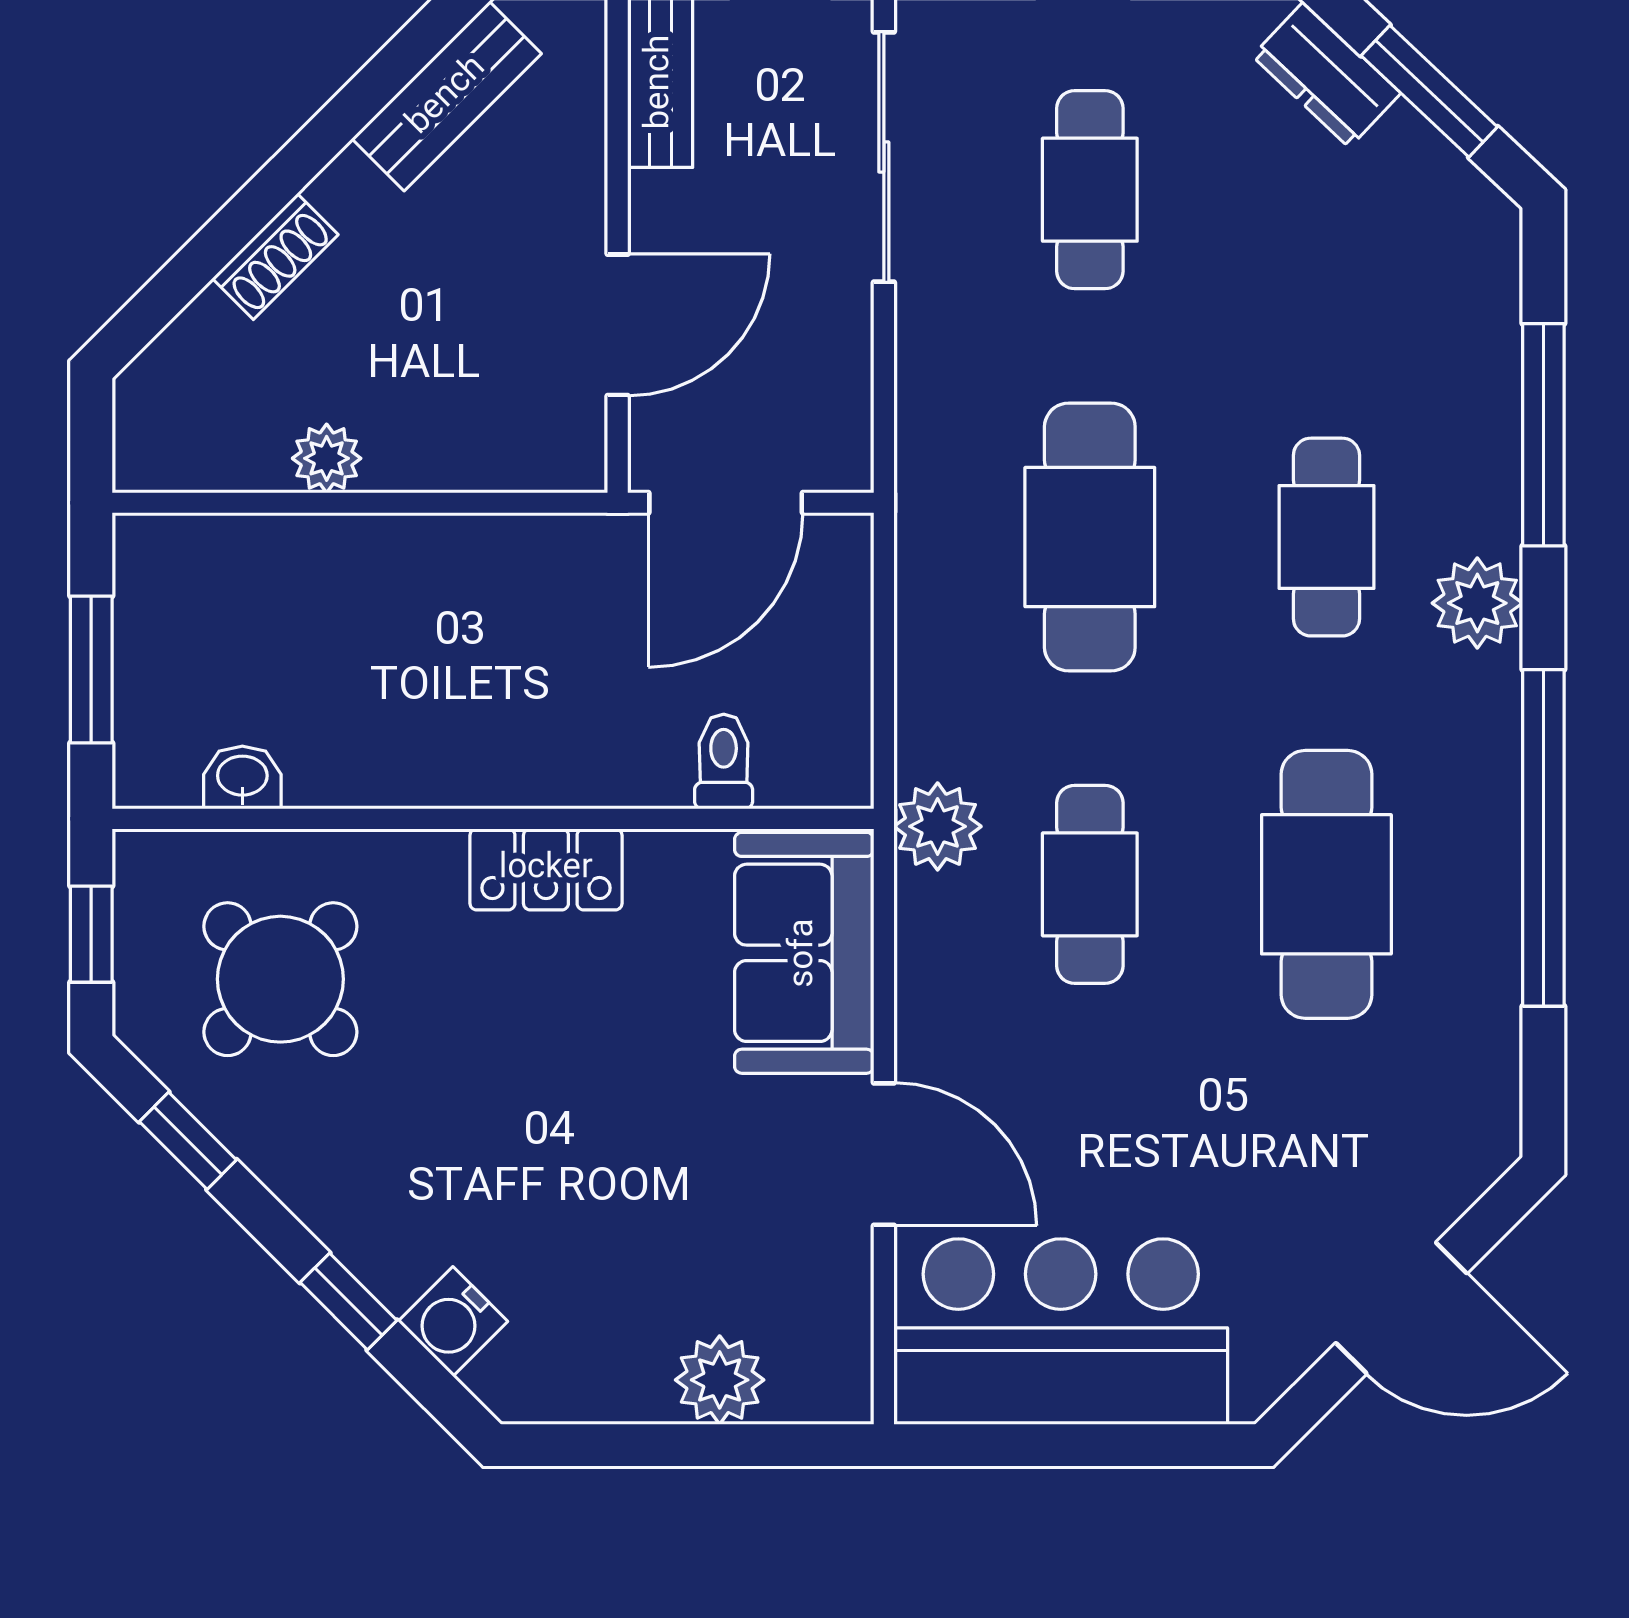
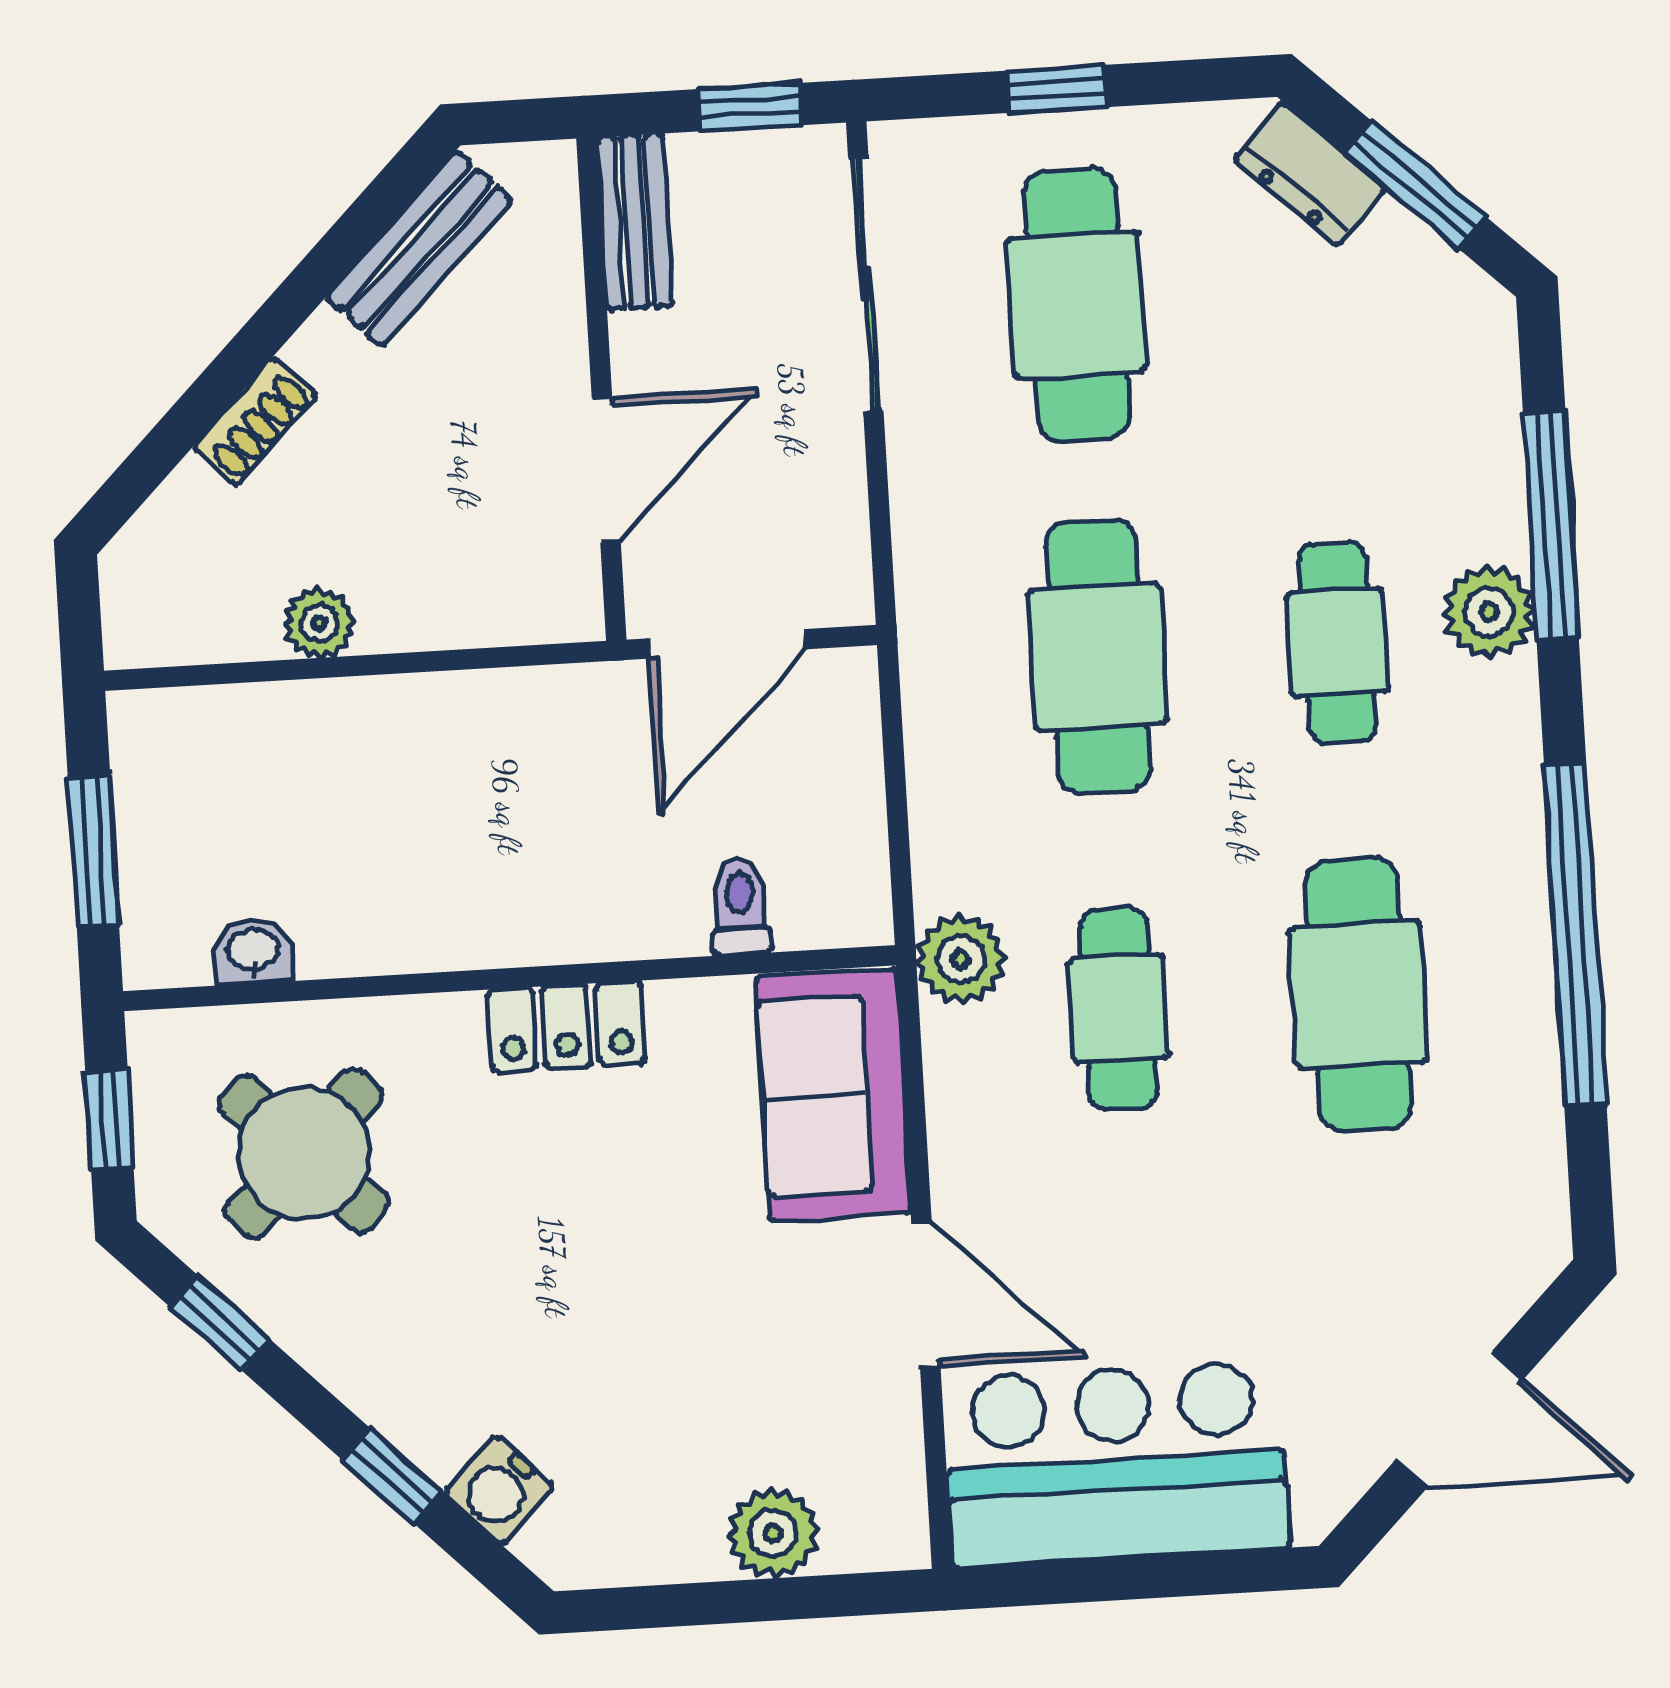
cafe table: (1090, 190) -> (1077, 305), width x1.37, depth x1.35
plant: (1477, 603) -> (1489, 612), moved

